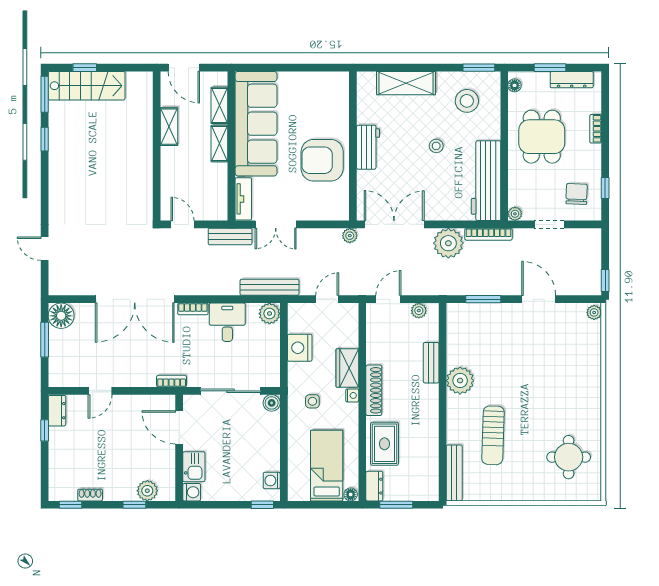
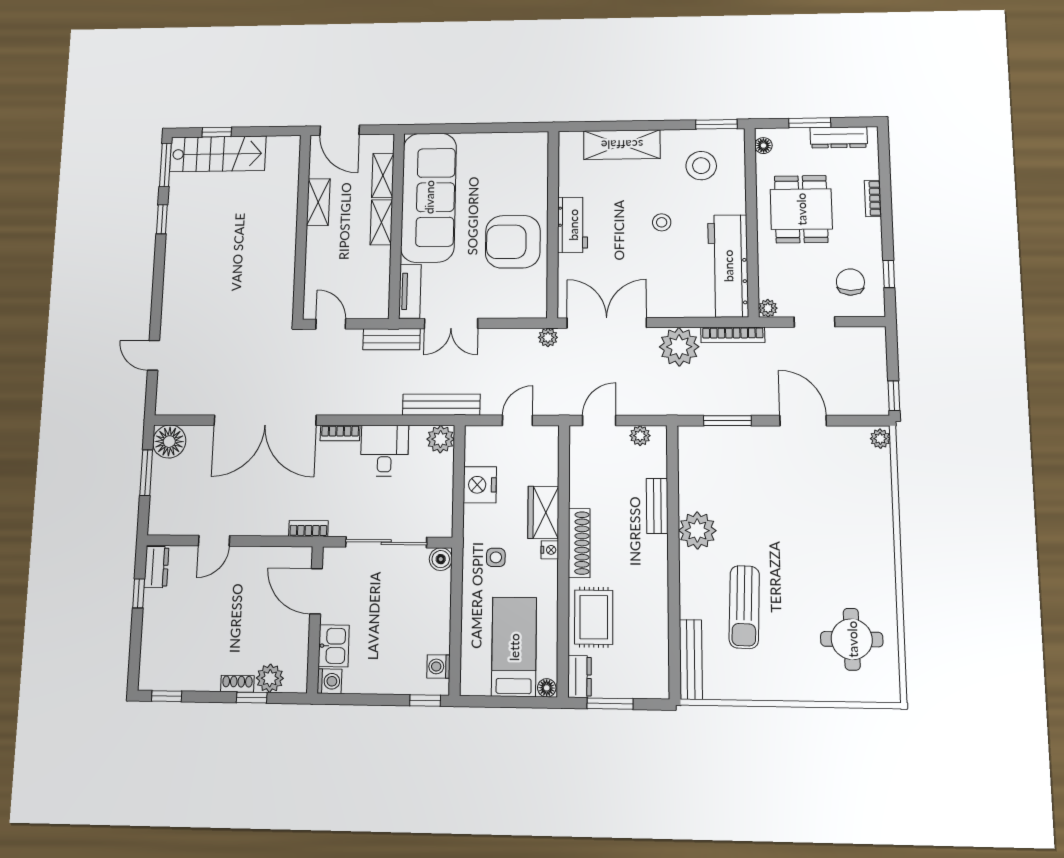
shoe rack: (90, 495) -> (237, 684), moved

